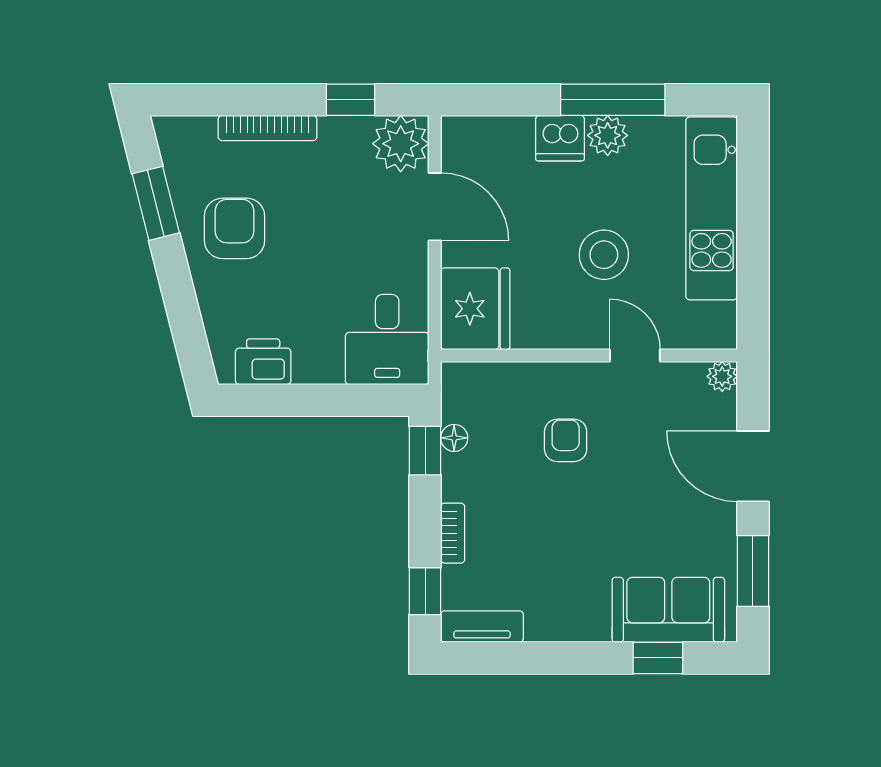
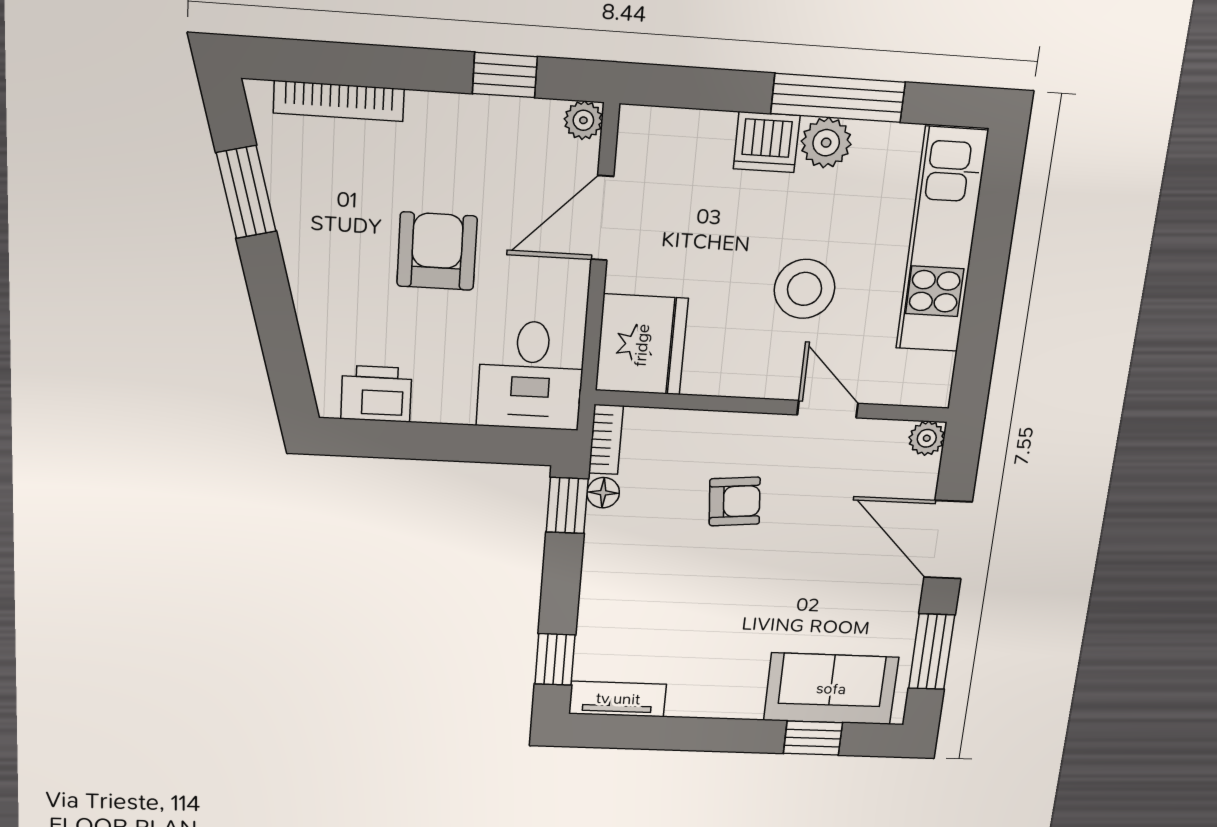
bookcase: (267, 128) -> (339, 101), moved
plant: (401, 144) -> (583, 120), width x0.53, depth x0.53
door: (435, 207) -> (602, 218), swing flipped
armchair: (235, 228) -> (437, 251), moved
armchair: (566, 440) -> (735, 501), turned 85
bookcase: (453, 533) -> (606, 440), moved

